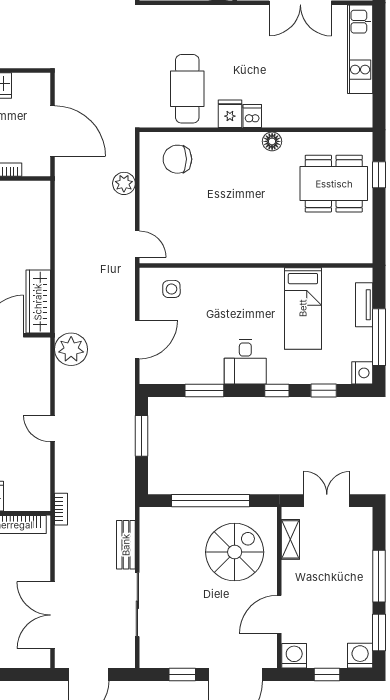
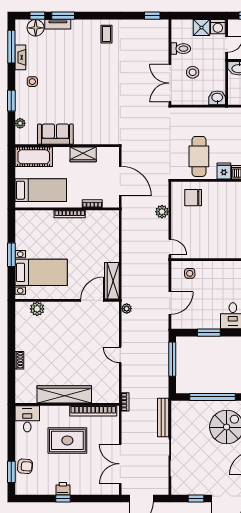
plant: (71, 349) -> (127, 309), width x0.53, depth x0.53
window: (142, 436) -> (172, 359), width x1.44
bench: (126, 545) -> (163, 418), width x1.36

